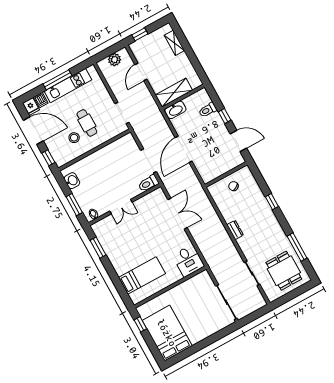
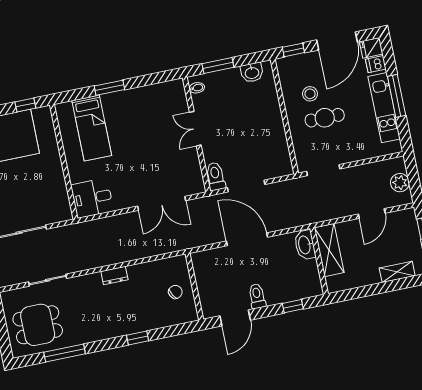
door: (141, 72) -> (372, 214), swing flipped
toilet: (208, 110) -> (257, 296), moved
window: (225, 116) -> (293, 306), moved
window: (98, 248) -> (109, 88), moved

